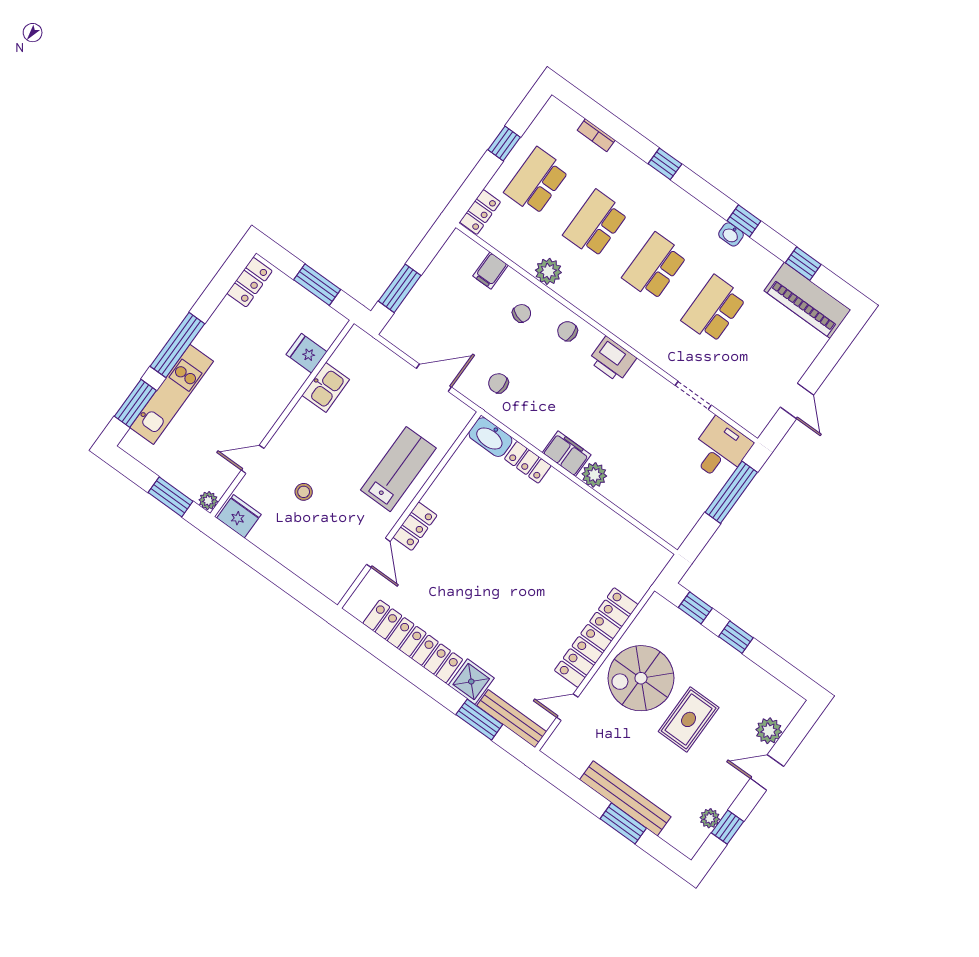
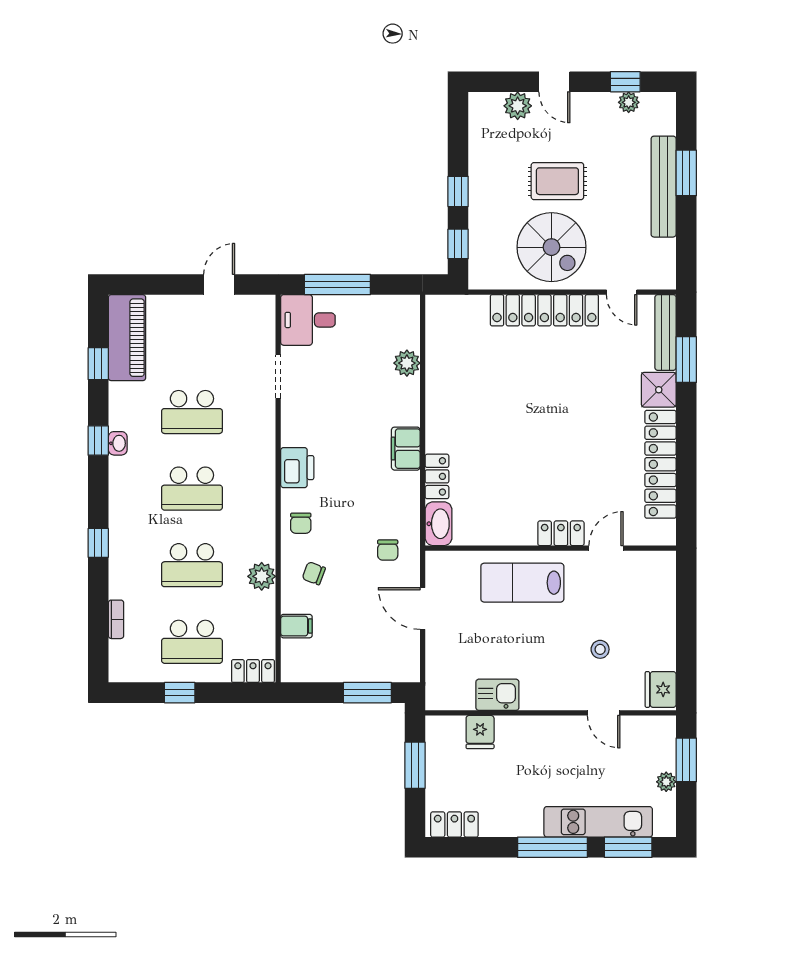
plant: (594, 475) -> (407, 363), moved
plant: (208, 501) -> (666, 782), moved

